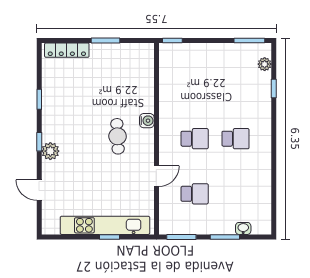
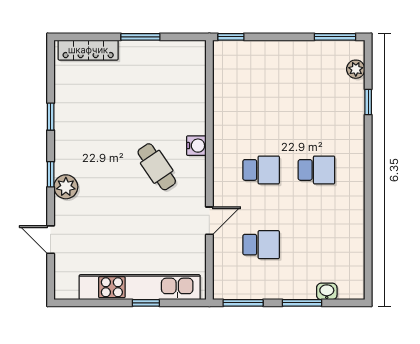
cafe table: (118, 136) -> (157, 167), turned -31

